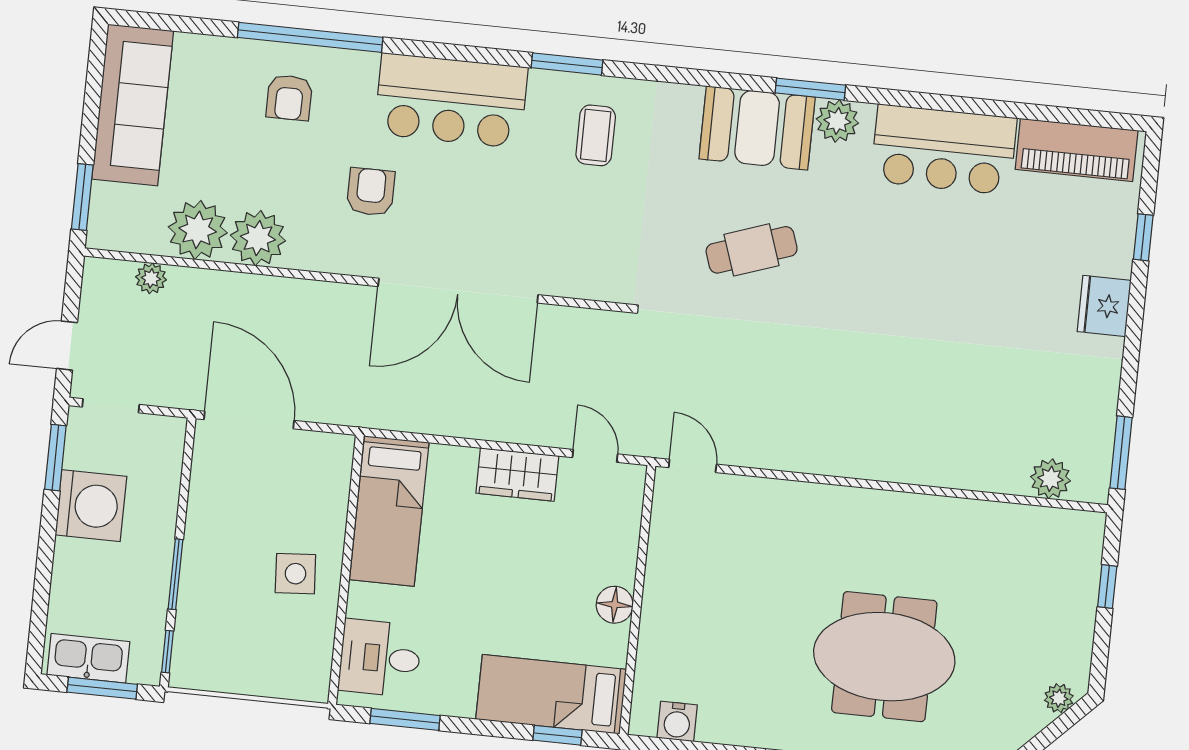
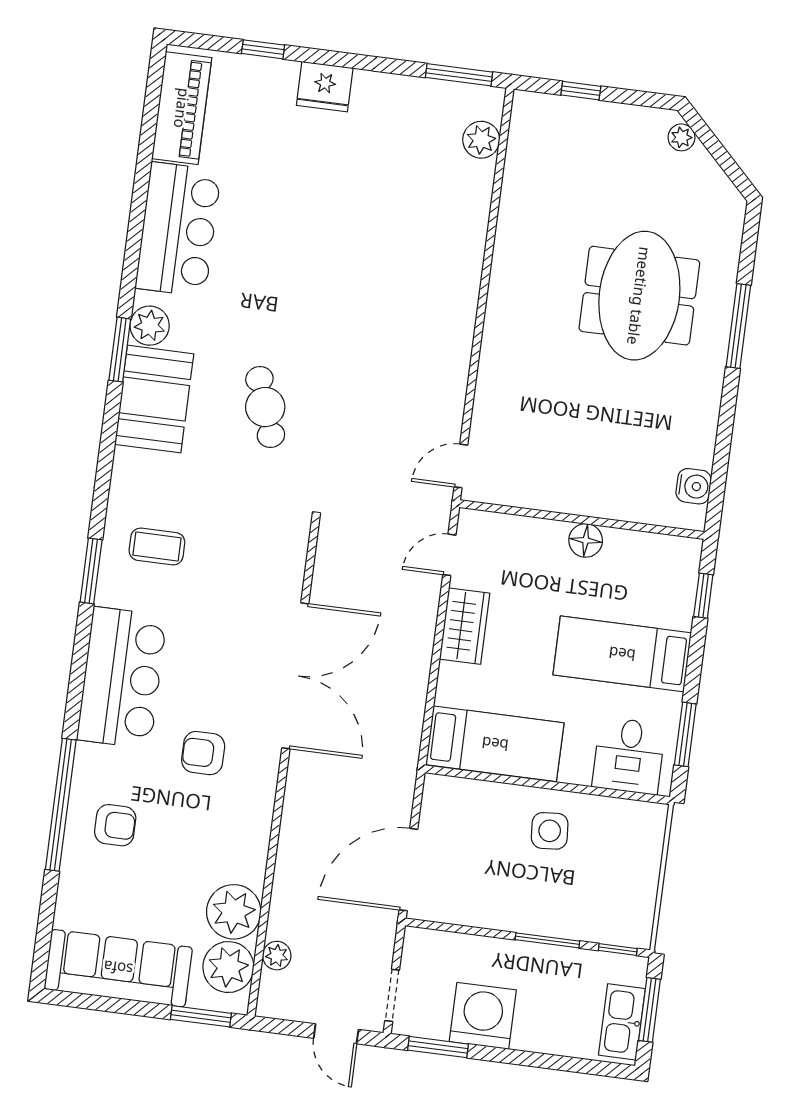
plant: (258, 238) -> (228, 967), moved
bed: (551, 694) -> (622, 654), moved, turned 90

